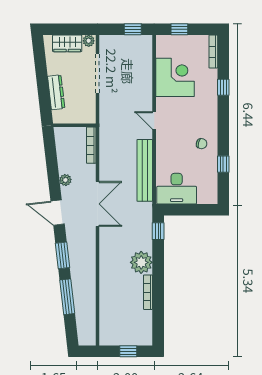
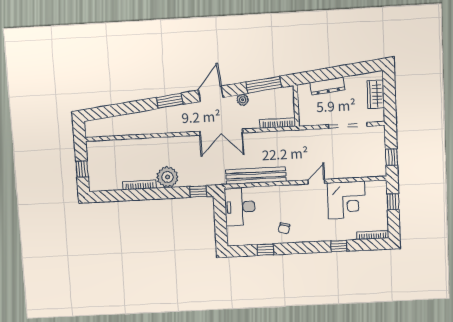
plant: (89, 41) -> (379, 115), removed
door: (154, 120) -> (316, 182), moved
window: (67, 297) -> (264, 85), moved

